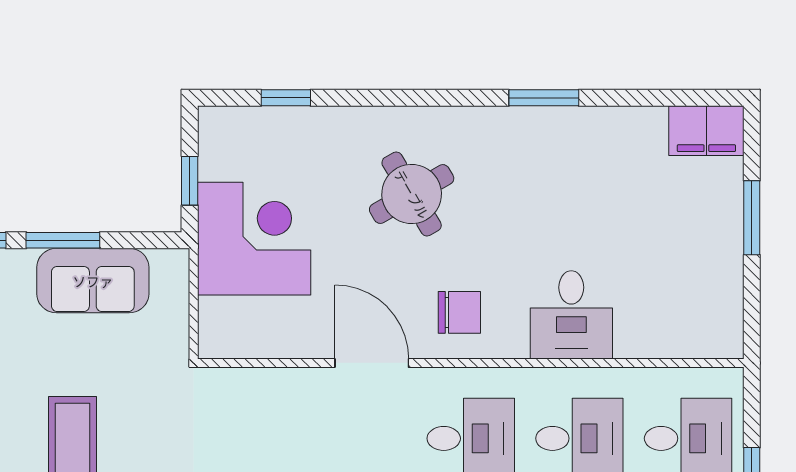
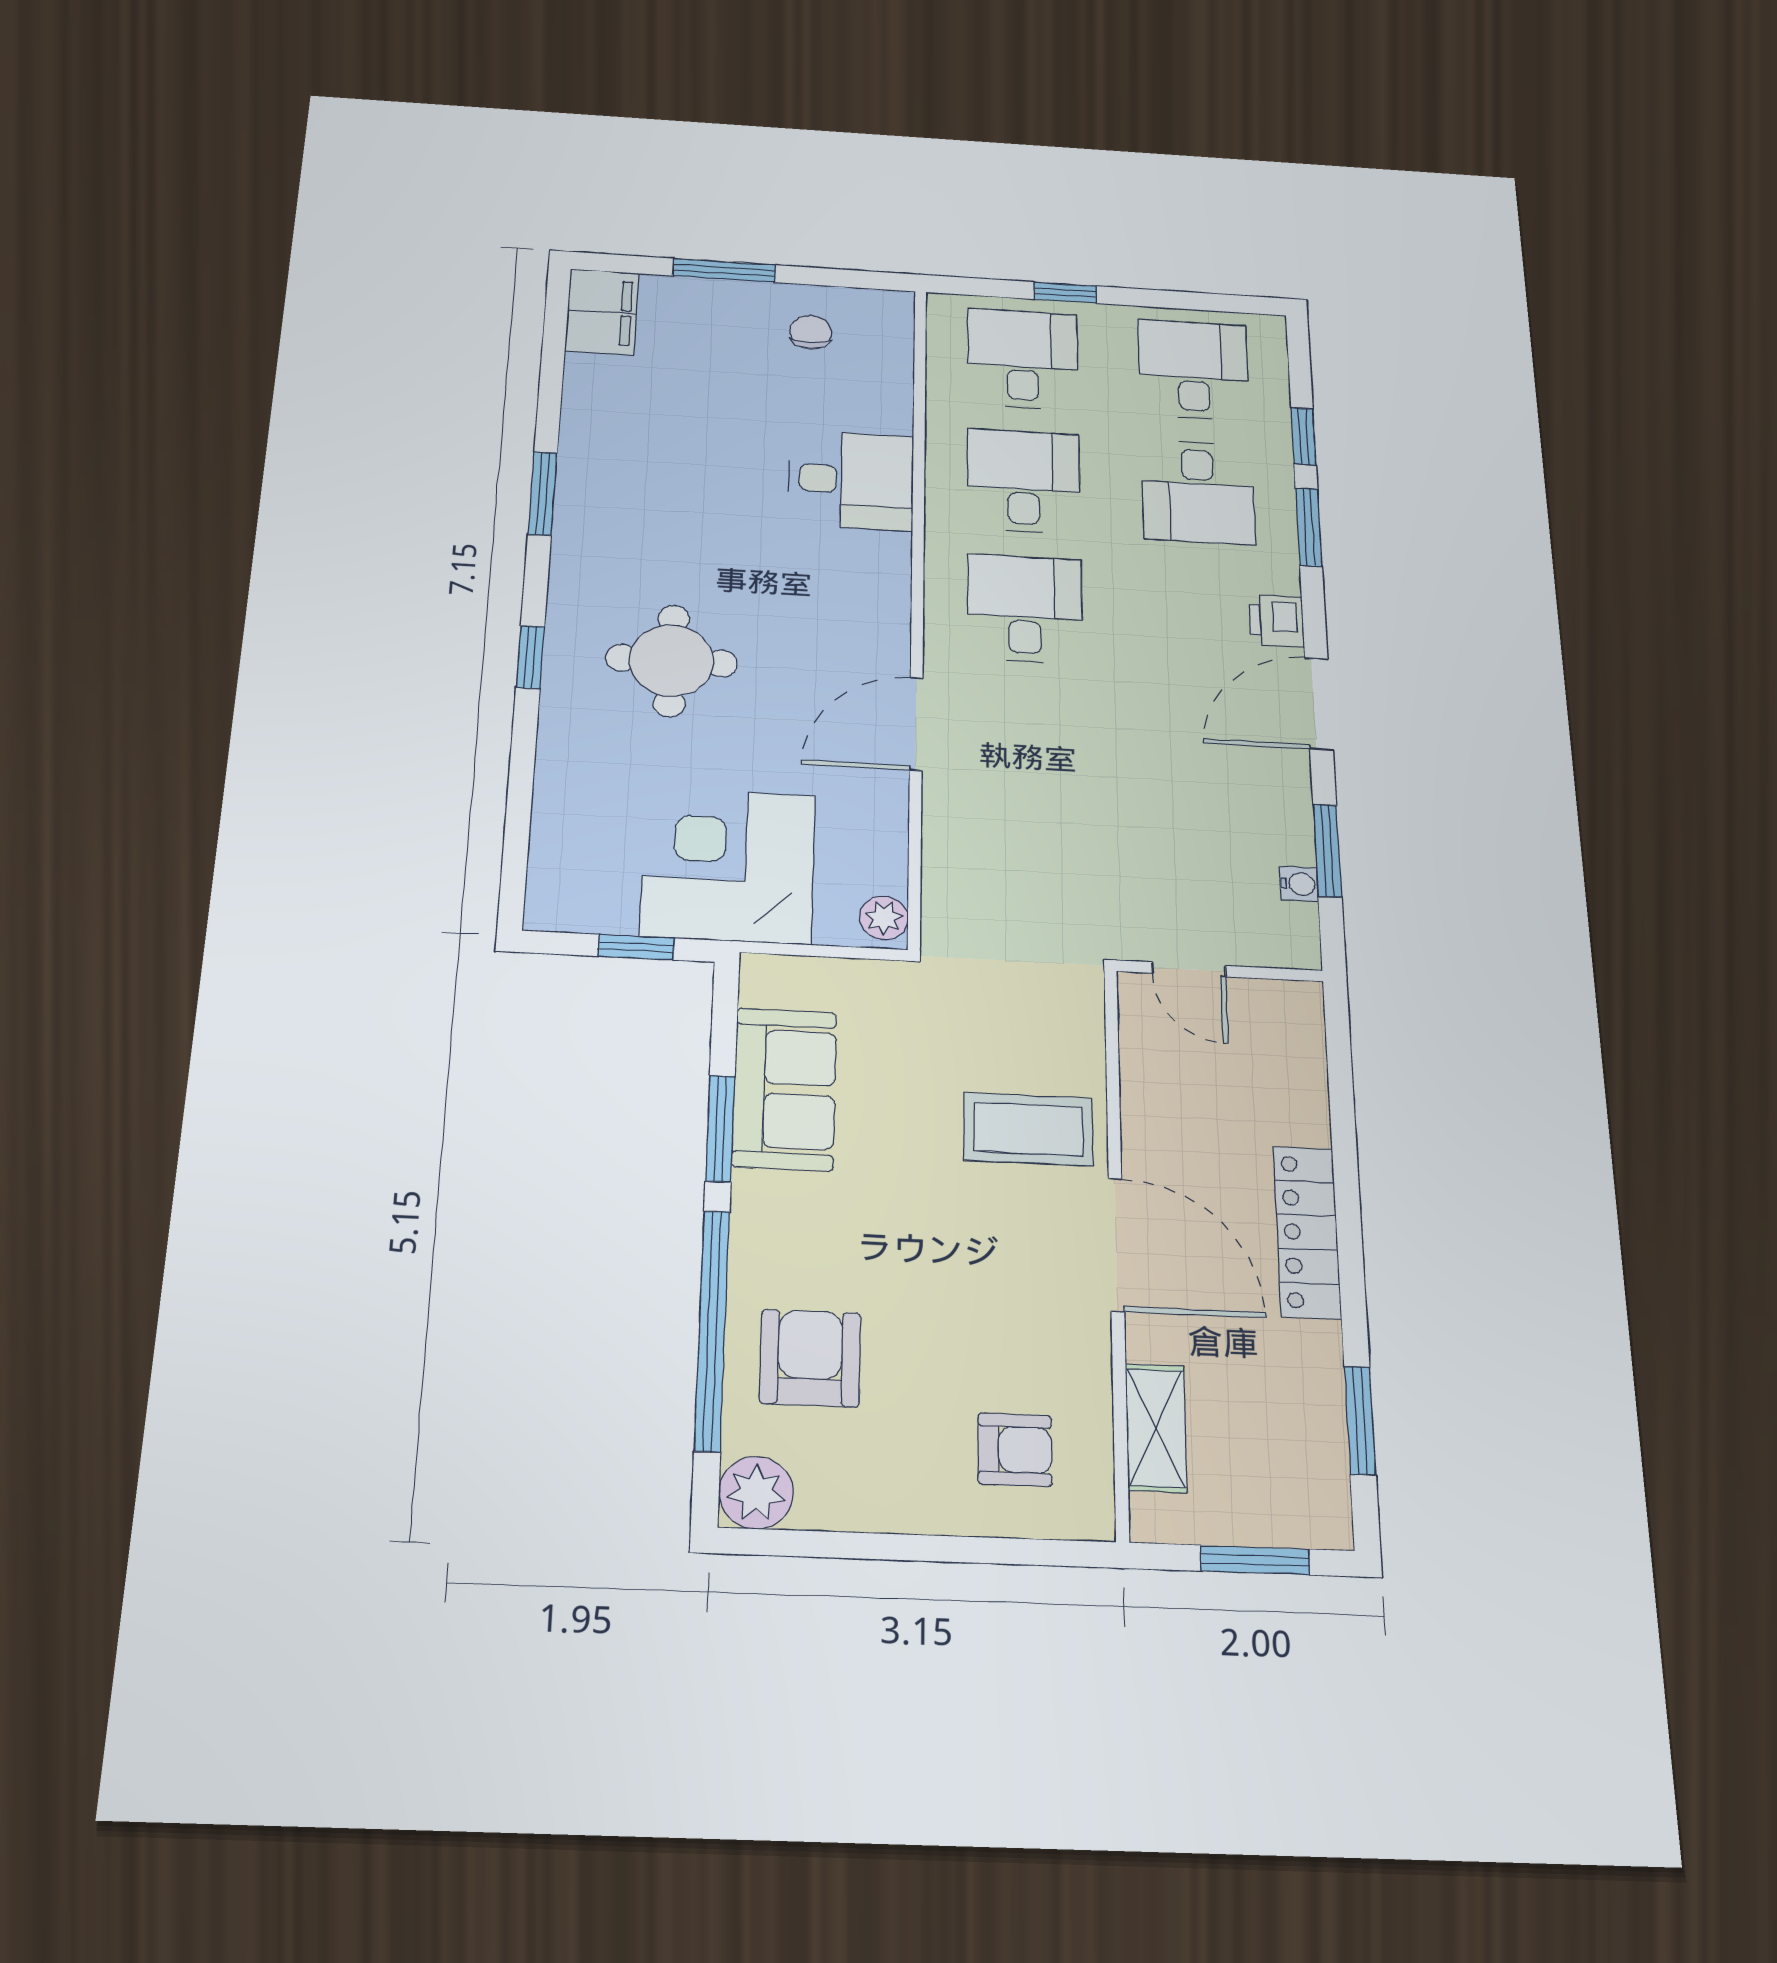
window: (286, 98) -> (530, 657), moved
round table: (412, 194) -> (671, 661), turned 30
chair: (459, 312) -> (811, 332), moved, width x0.73, depth x0.73
plant: (221, 343) -> (884, 918), added

